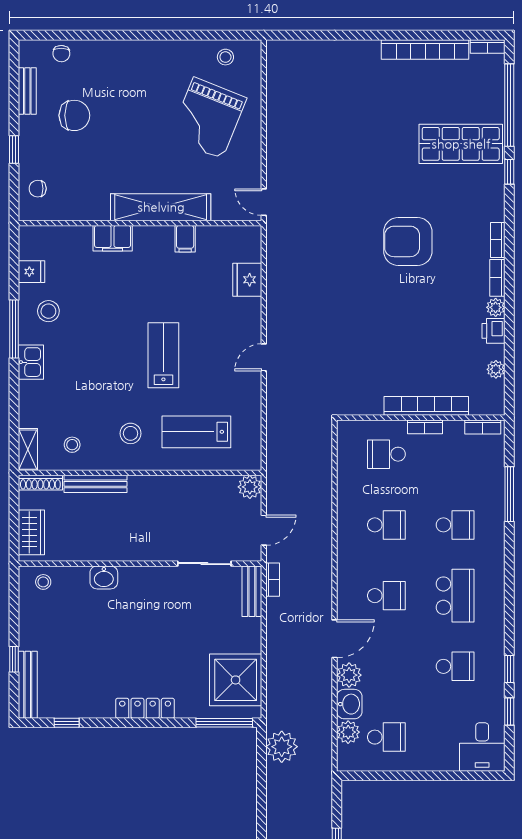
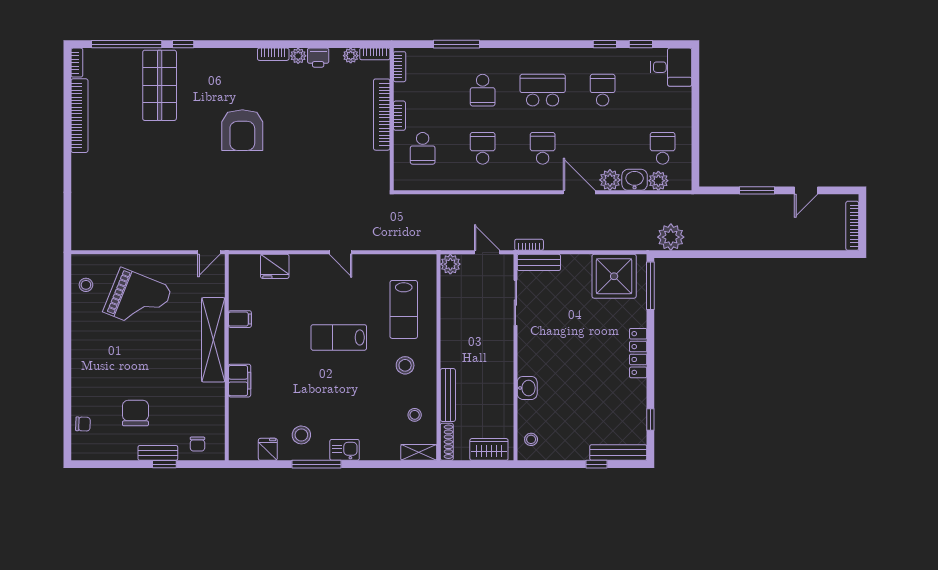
bench: (27, 91) -> (158, 453), moved
bookcase: (498, 240) -> (375, 54), moved
school desk: (455, 525) -> (483, 90), turned 180

